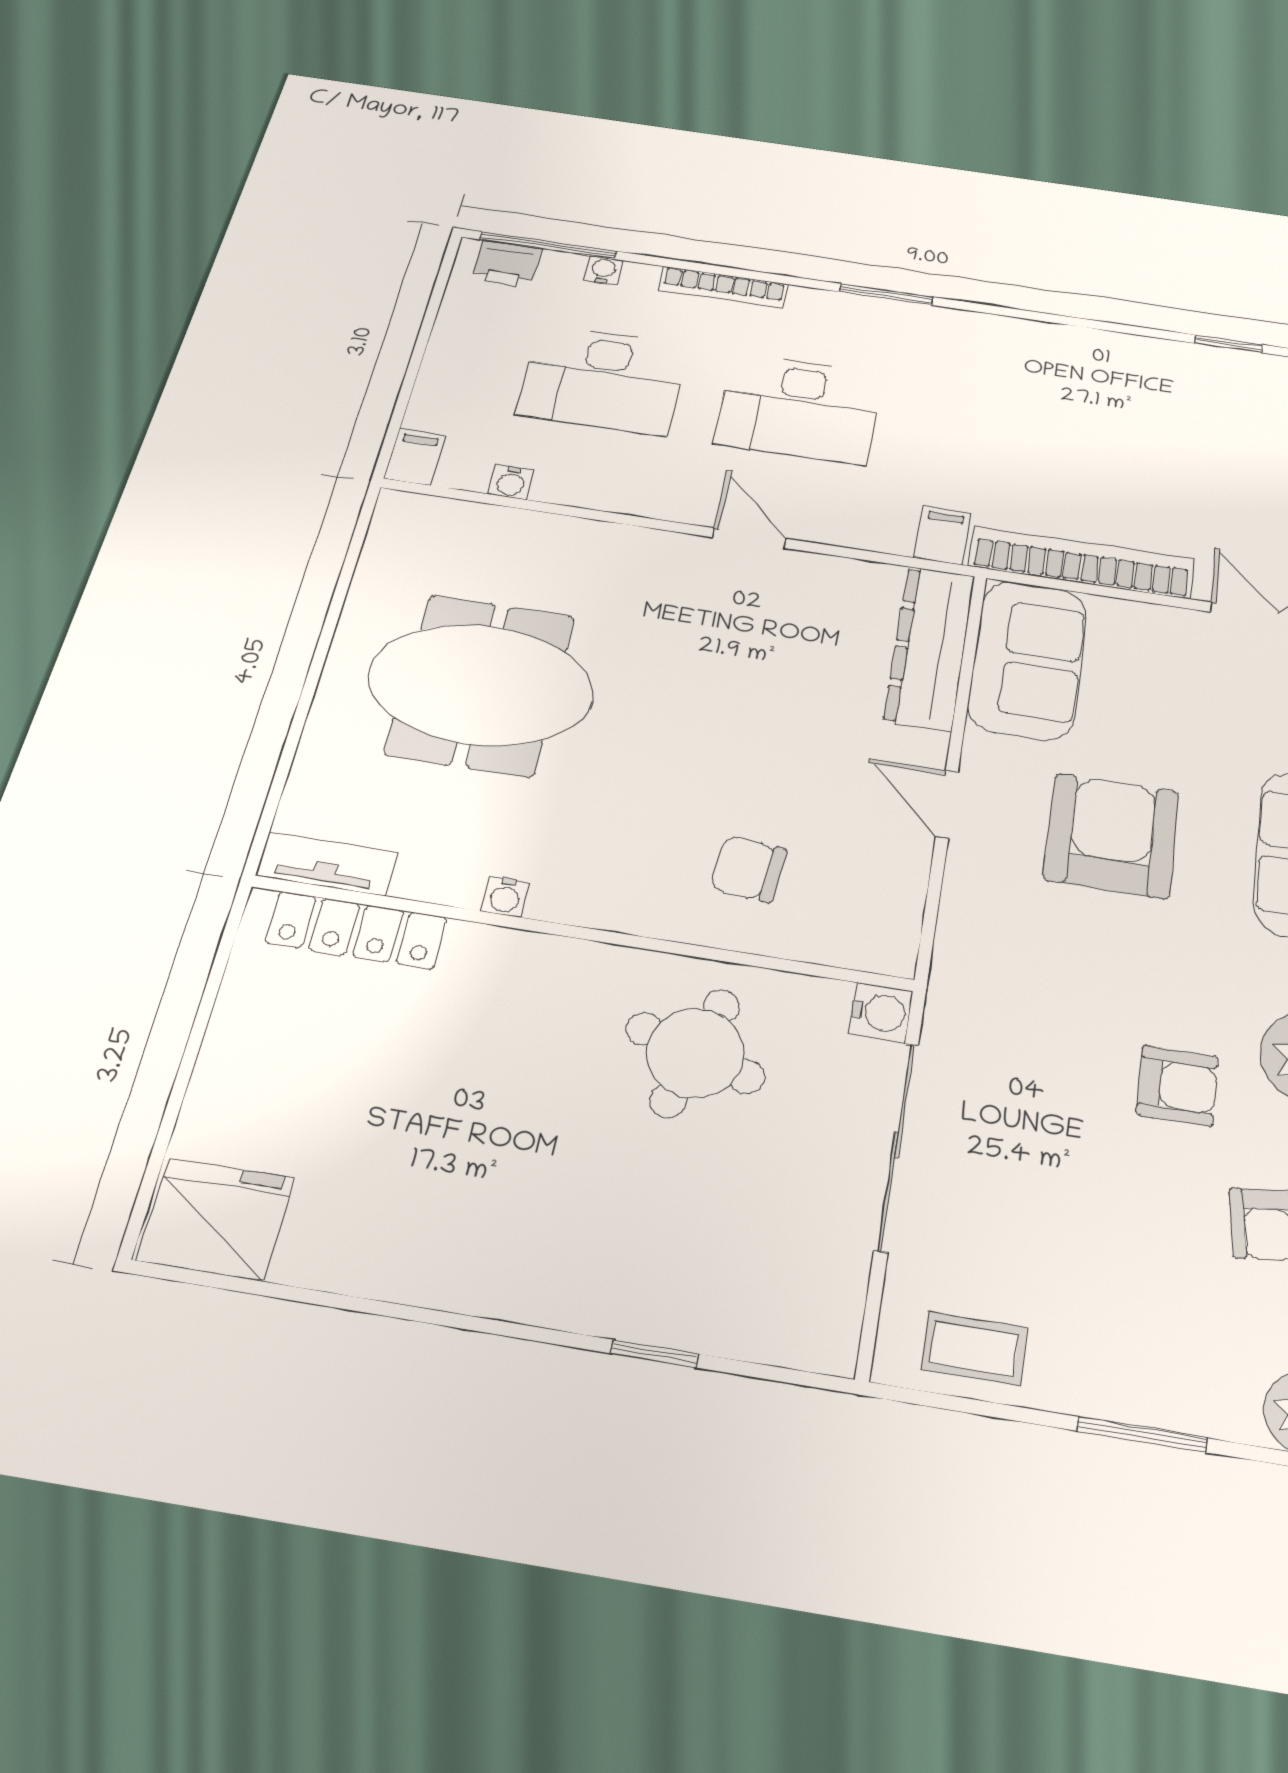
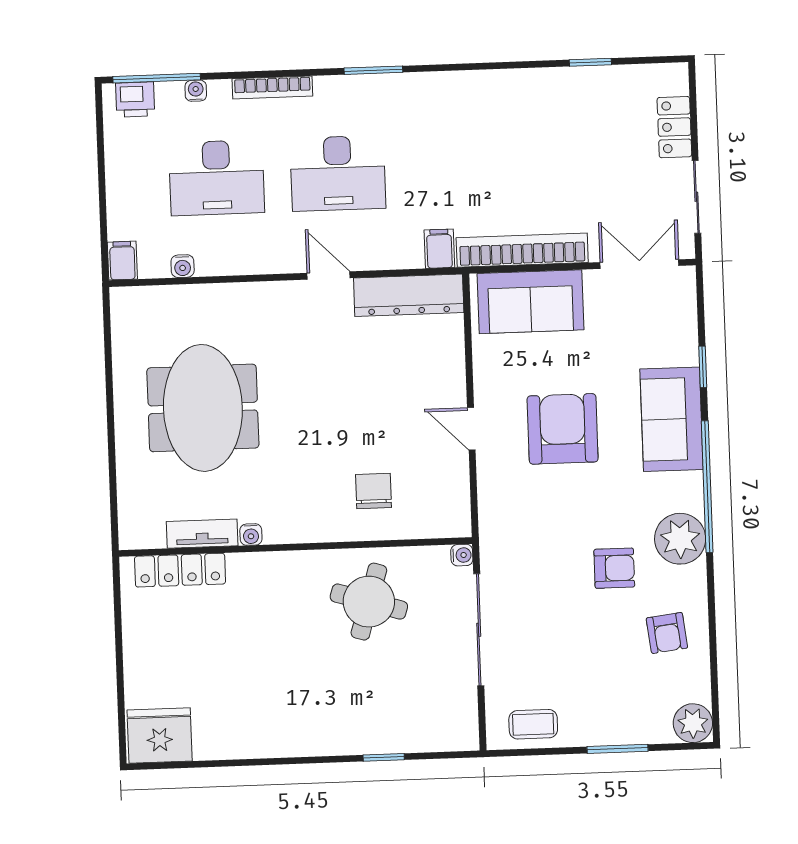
dresser: (930, 648) -> (409, 295), moved, turned -90
sofa: (1028, 660) -> (531, 302), moved, turned 90
meeting table: (481, 685) -> (203, 408), turned 90
tv unit: (327, 864) -> (202, 534), moved
chair: (749, 869) -> (373, 491), turned 85
water cooler: (881, 1012) -> (462, 555), width x0.72, depth x0.72

